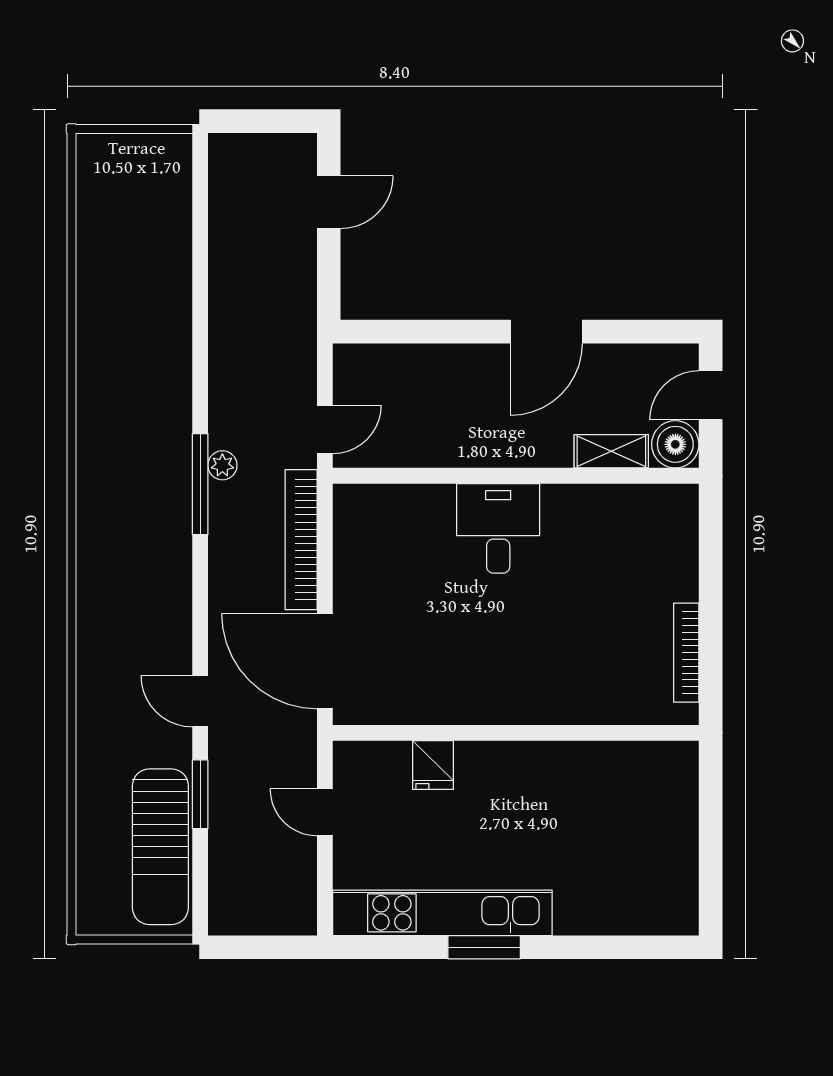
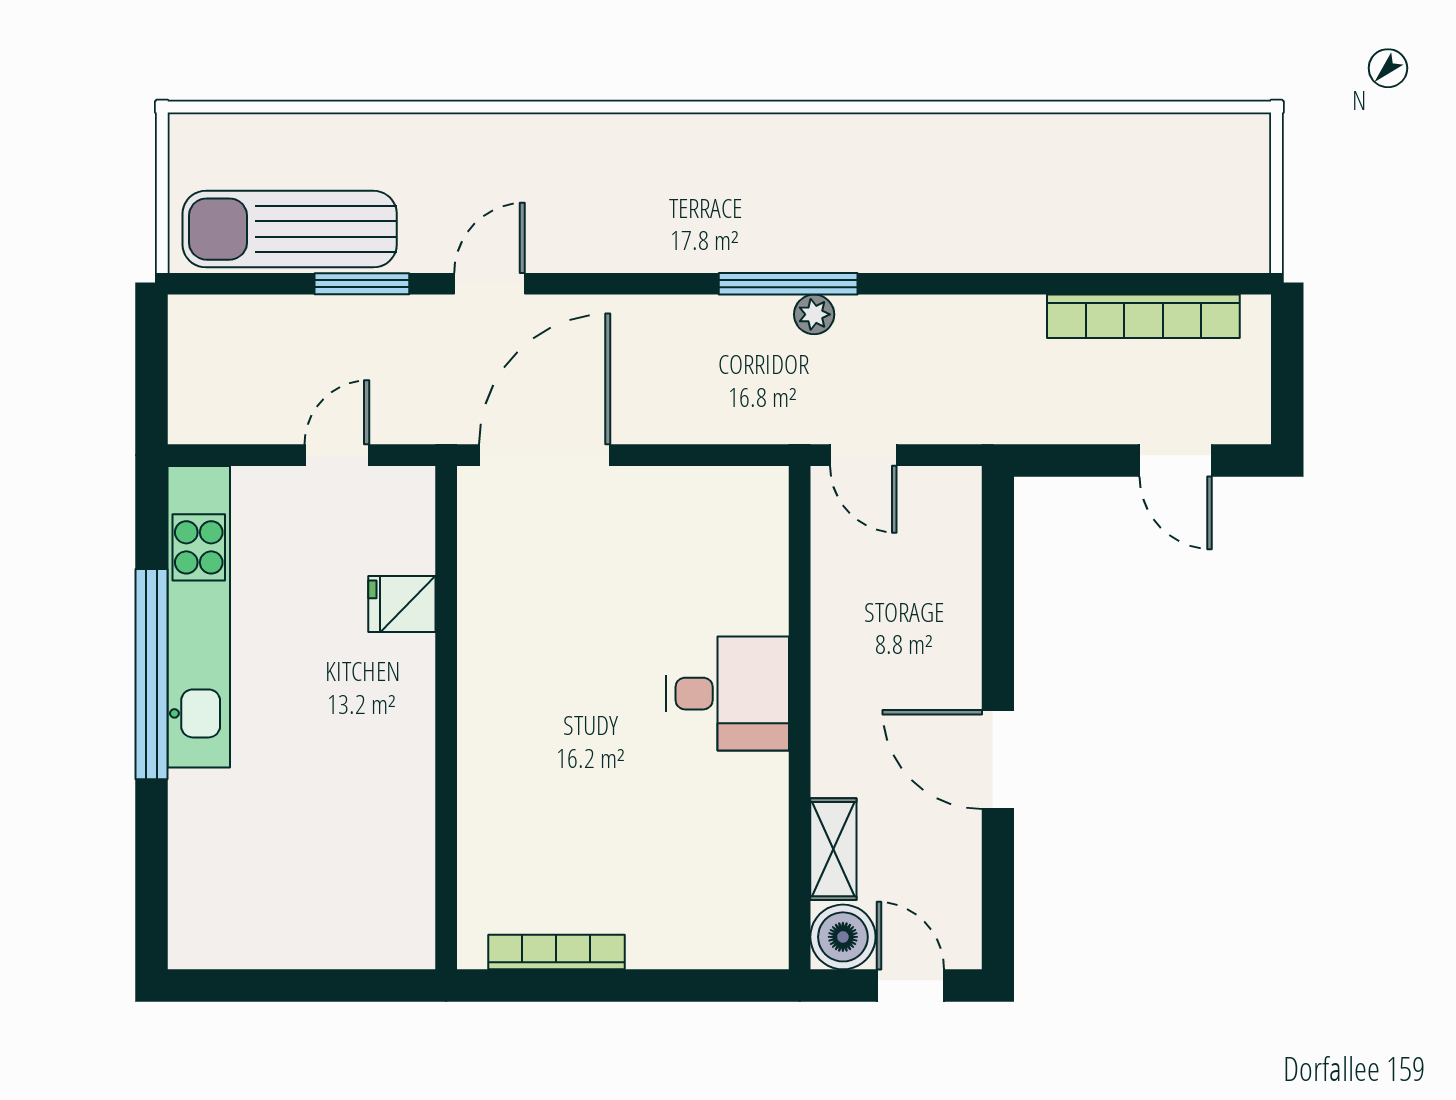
bookcase: (301, 540) -> (1143, 316), moved, turned 180
window: (484, 947) -> (151, 674), width x2.11

